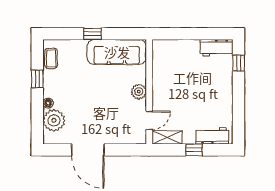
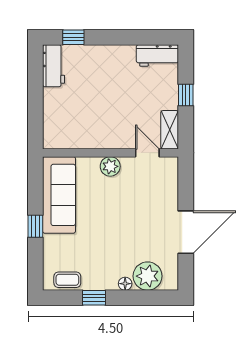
workbench: (212, 136) -> (157, 55), moved, turned -90

